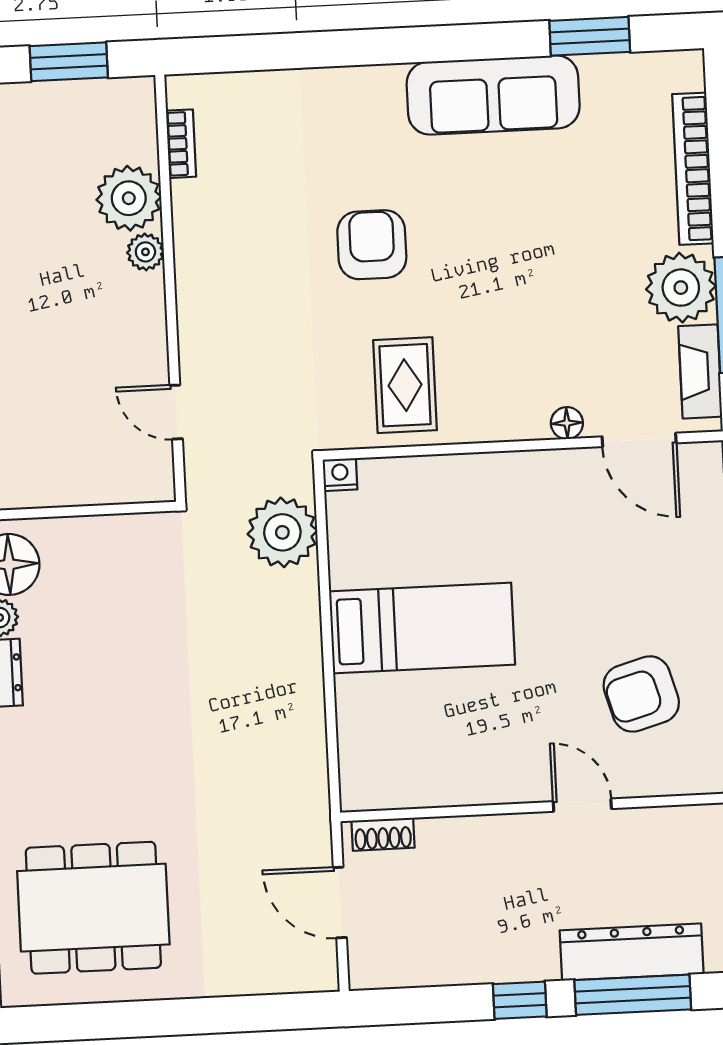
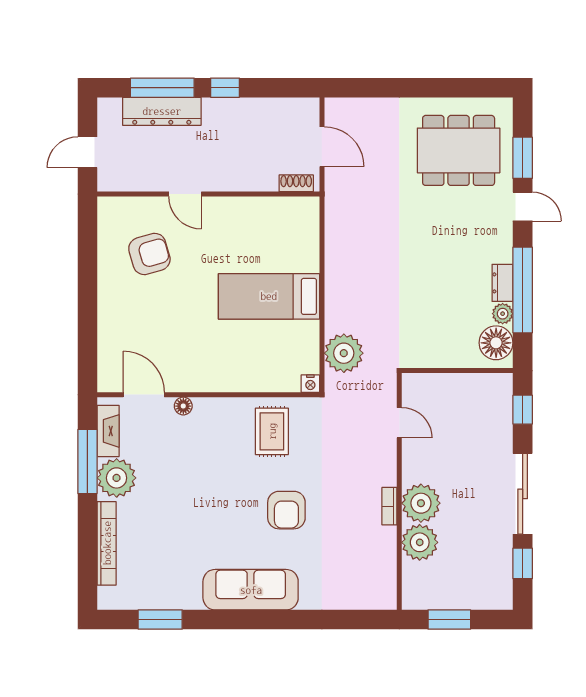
sofa: (493, 95) -> (251, 590), moved
bookcase: (181, 144) -> (389, 506), moved
plant: (145, 252) -> (421, 503), width x1.87, depth x1.87

